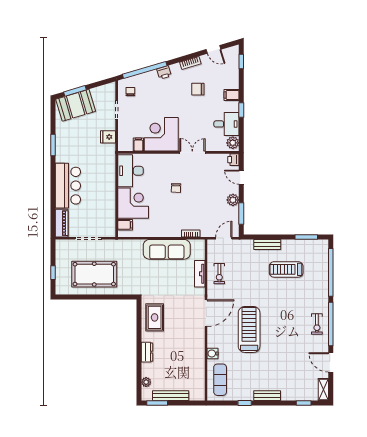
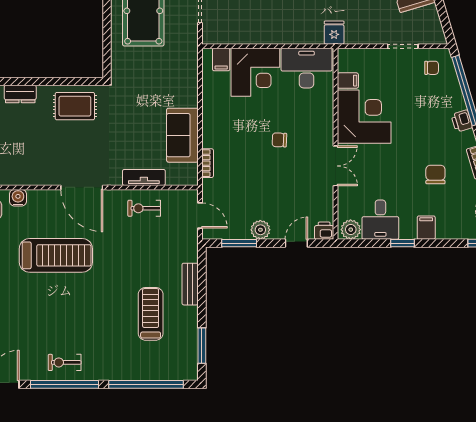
fridge: (108, 137) -> (334, 33), moved
sofa: (167, 249) -> (182, 135), width x0.73

